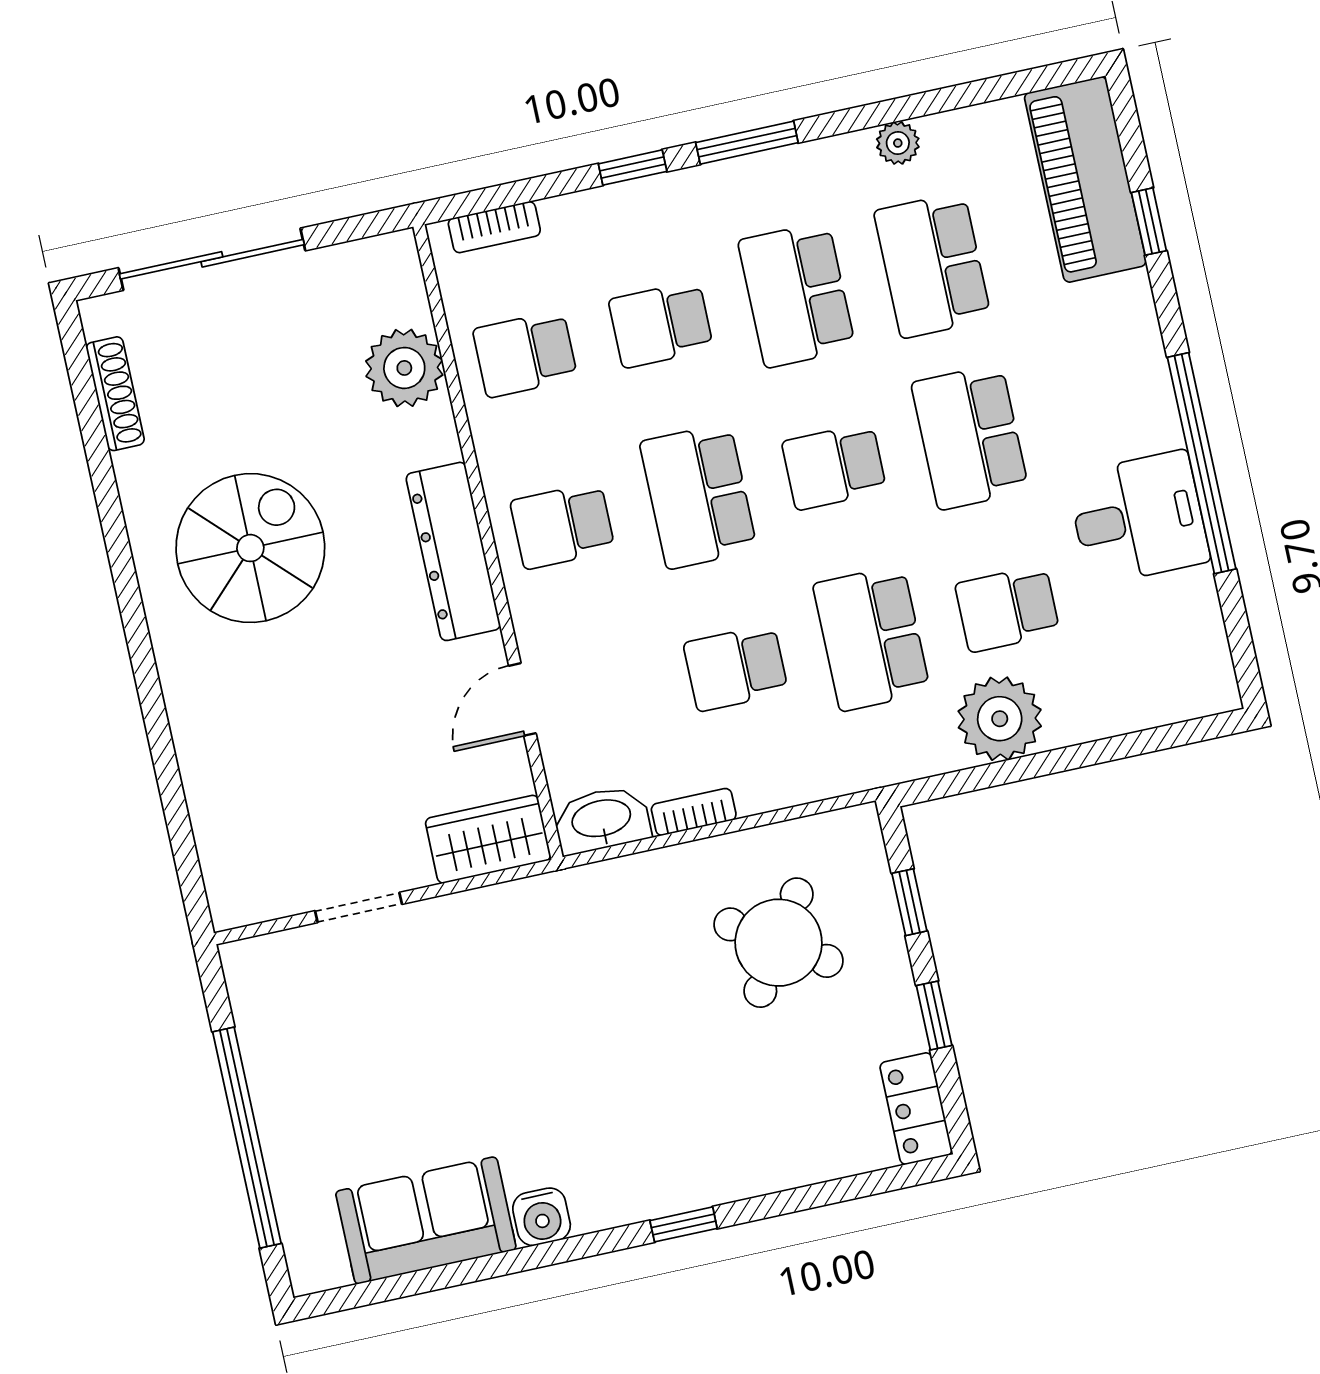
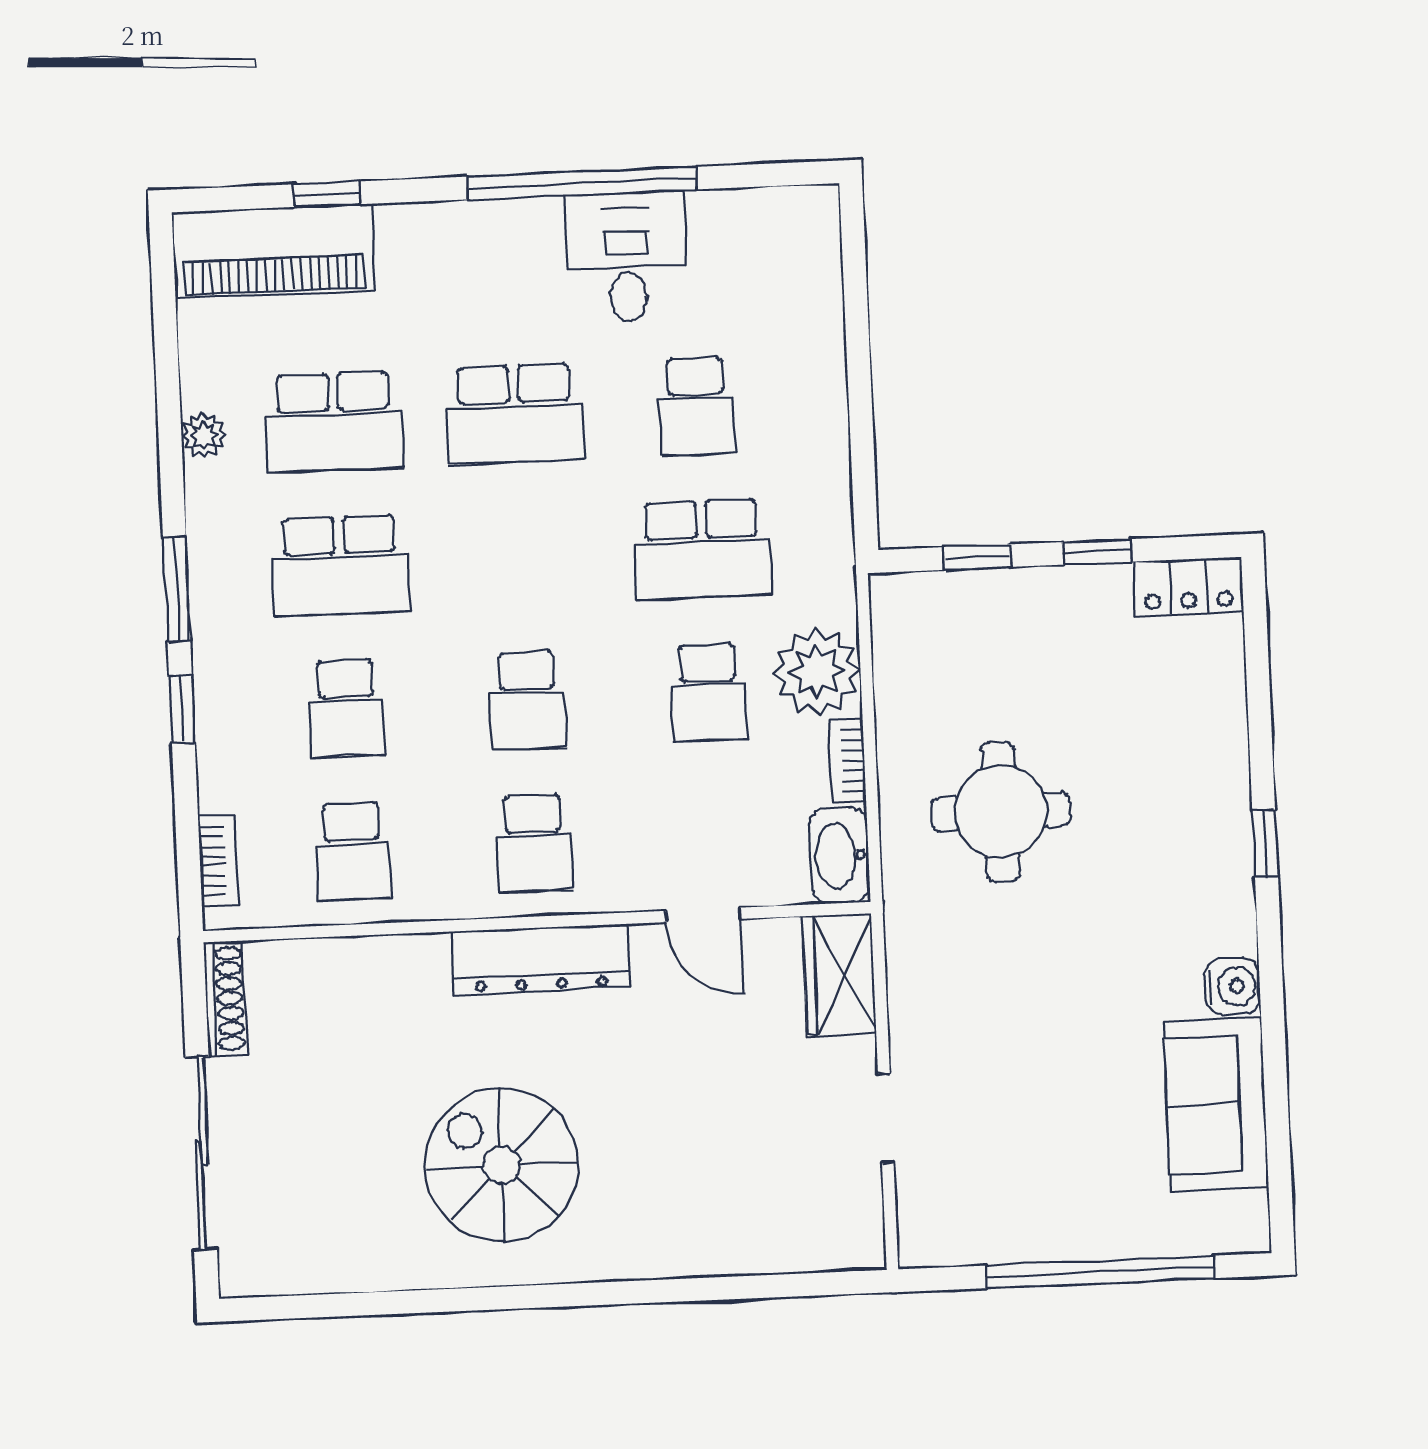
plant: (404, 368) -> (346, 977), removed
shoe rack: (115, 394) -> (225, 999), moved, turned 90
school desk: (834, 466) -> (521, 557), removed
school desk: (698, 496) -> (527, 700), width x0.54
plant: (1000, 719) -> (817, 671), moved
round table: (779, 943) -> (1001, 811), moved, turned -33

